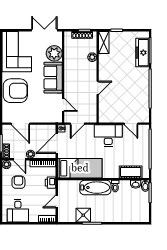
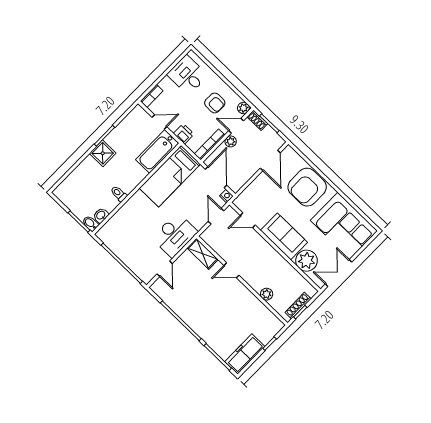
double door: (44, 30) -> (339, 273), swing flipped
shelving: (104, 42) -> (203, 254), moved
freezer: (142, 53) -> (245, 354), moved, turned -90
door: (98, 88) -> (231, 270), hinge flipped
door: (20, 124) -> (270, 161), swing flipped
door: (131, 124) -> (165, 269), swing flipped
cot: (131, 172) -> (118, 222), removed
bathtub: (95, 188) -> (157, 151), moved
door: (57, 202) -> (159, 122), hinge flipped
shower: (83, 215) -> (103, 153), moved

